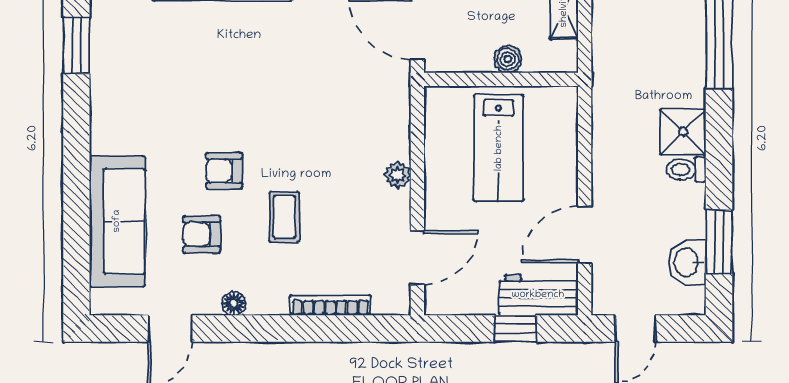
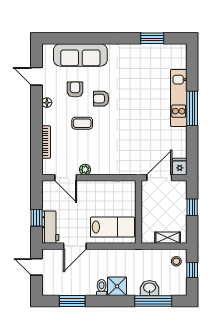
boiler: (508, 59) -> (147, 215), removed
lab bench: (499, 148) -> (112, 227), moved, turned 180
armchair: (224, 171) -> (101, 99), turned -90
plant: (398, 175) -> (85, 170), moved
door: (585, 235) -> (75, 246), swing flipped
washbasin: (687, 262) -> (150, 288), moved

